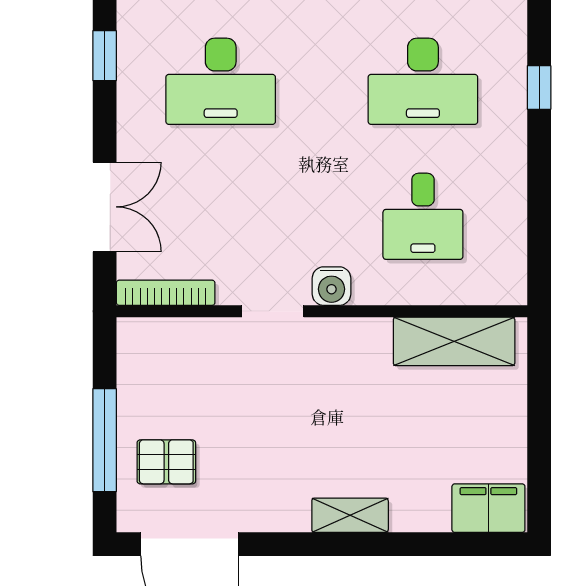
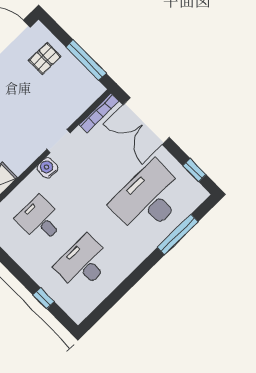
desk: (221, 81) -> (149, 199), width x1.36, depth x1.30
double door: (105, 207) -> (146, 121), width x1.37
window: (105, 440) -> (86, 60), moved

